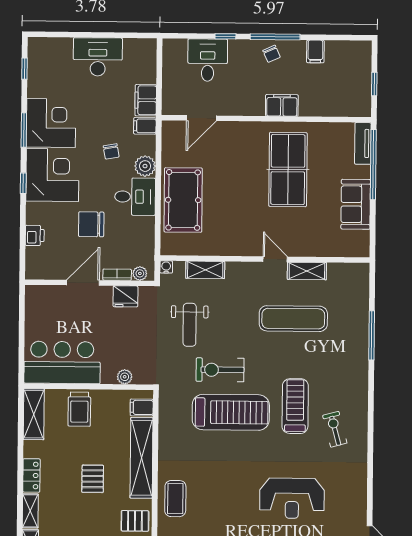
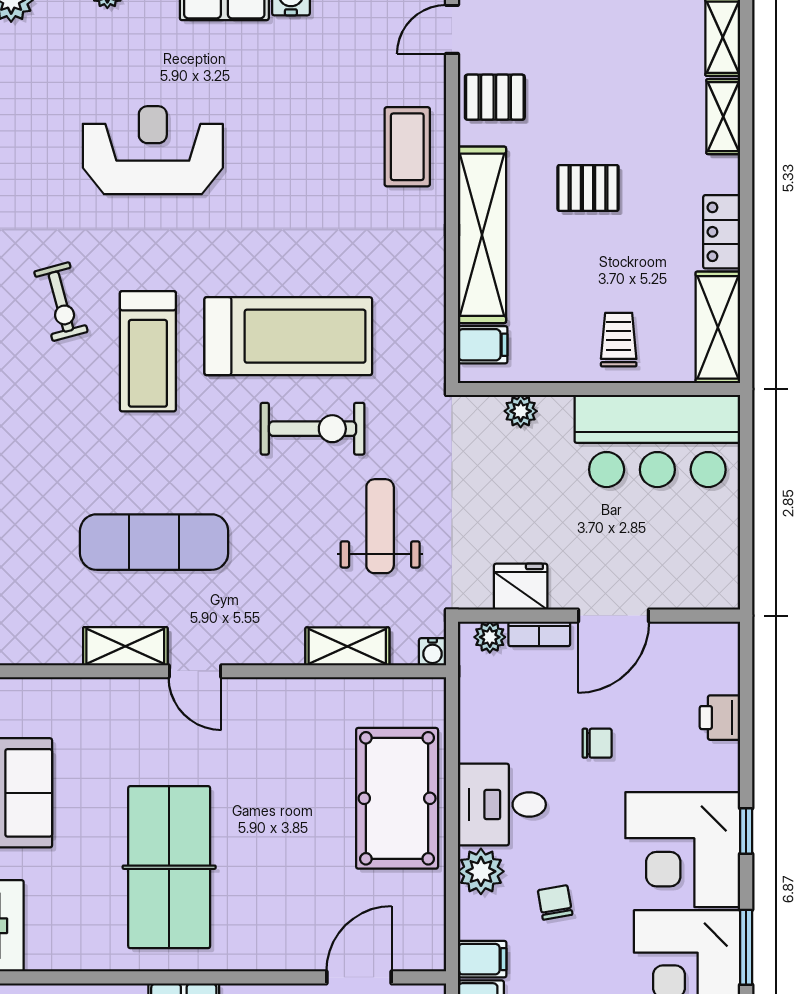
chair: (91, 224) -> (597, 743), width x0.54, depth x0.54
trolley: (79, 409) -> (619, 340), width x0.73, depth x0.72
treadmill: (231, 412) -> (288, 336), turned 180
locker: (31, 475) -> (722, 232), moved
pallet: (93, 479) -> (588, 188), turned 90

